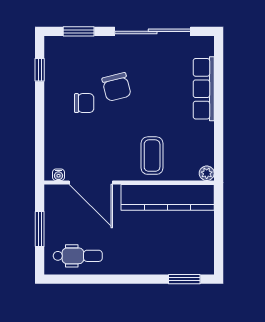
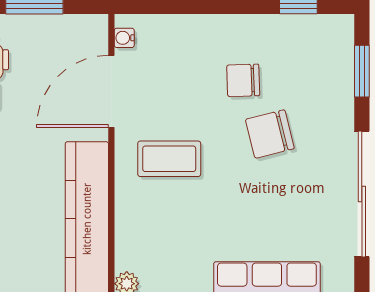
chair: (84, 103) -> (243, 80), turned 88
coffee table: (152, 156) -> (169, 159), moved

